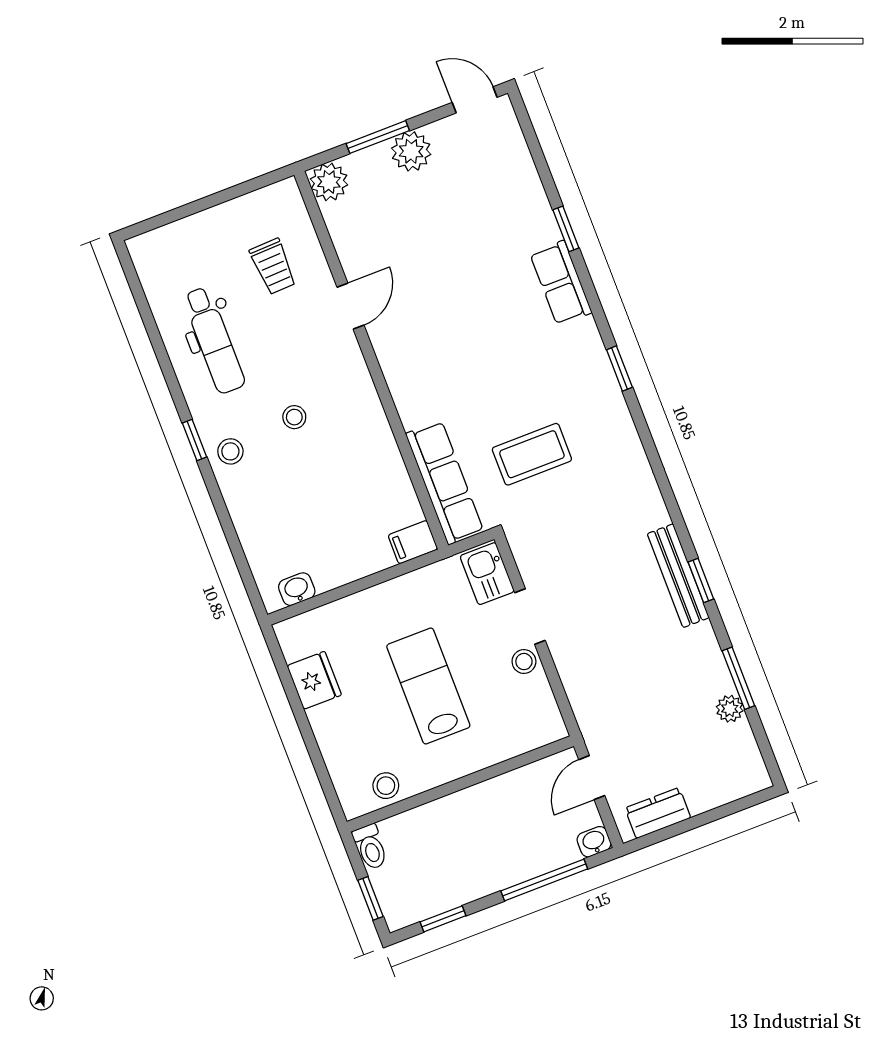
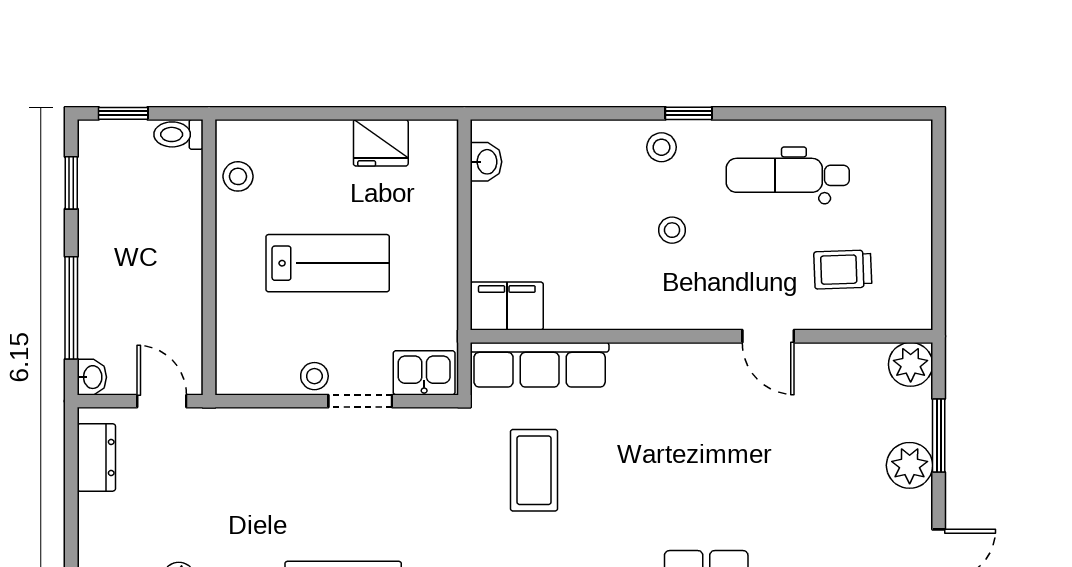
filing cabinet: (413, 542) -> (507, 306), width x2.00

